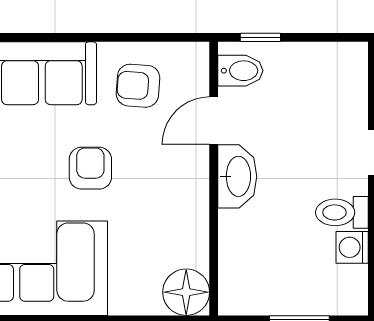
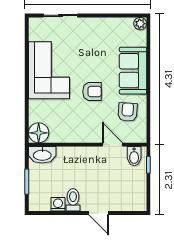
washbasin: (237, 176) -> (42, 155), moved

